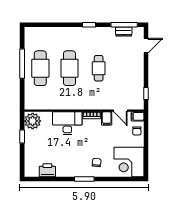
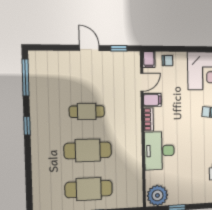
dresser: (124, 32) -> (35, 78), removed
door: (146, 46) -> (89, 48), moved

